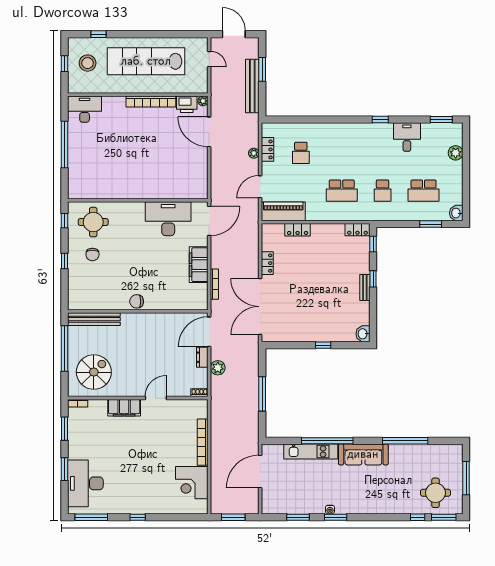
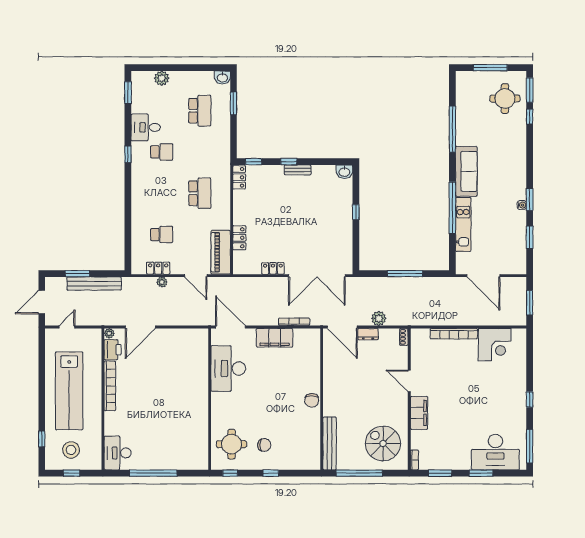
school desk: (383, 191) -> (162, 152), moved

